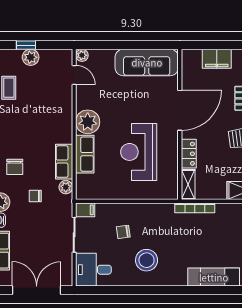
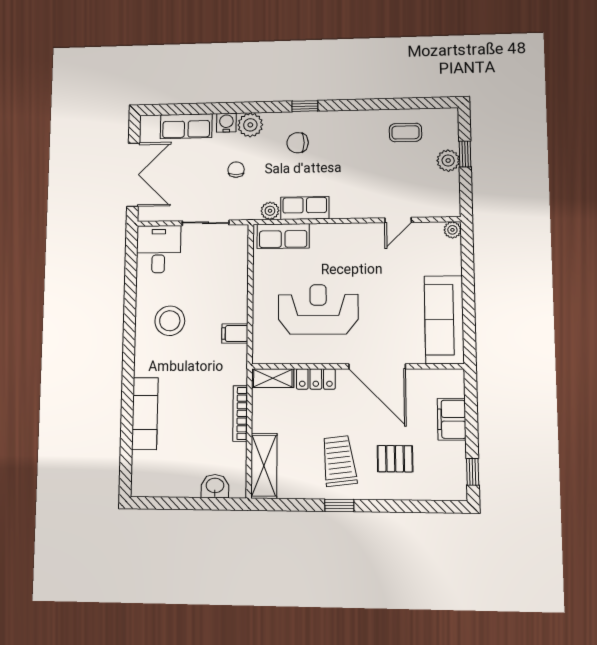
door: (74, 75) -> (398, 220), moved
plant: (88, 122) -> (360, 239), removed
row of seats: (85, 154) -> (283, 236), moved
chair: (35, 196) -> (236, 170), moved
bookcase: (195, 208) -> (240, 413), moved
filing cabinet: (85, 210) -> (235, 334), moved, turned 90
chair: (123, 232) -> (209, 289), removed

